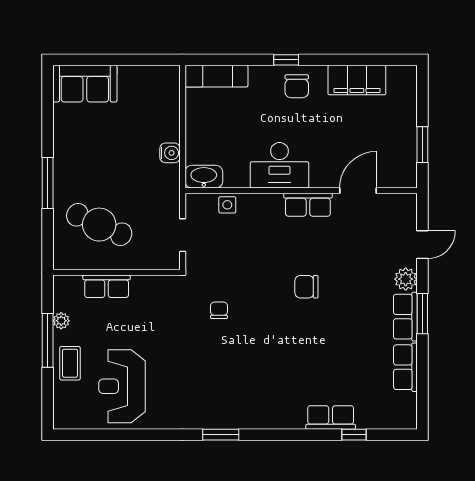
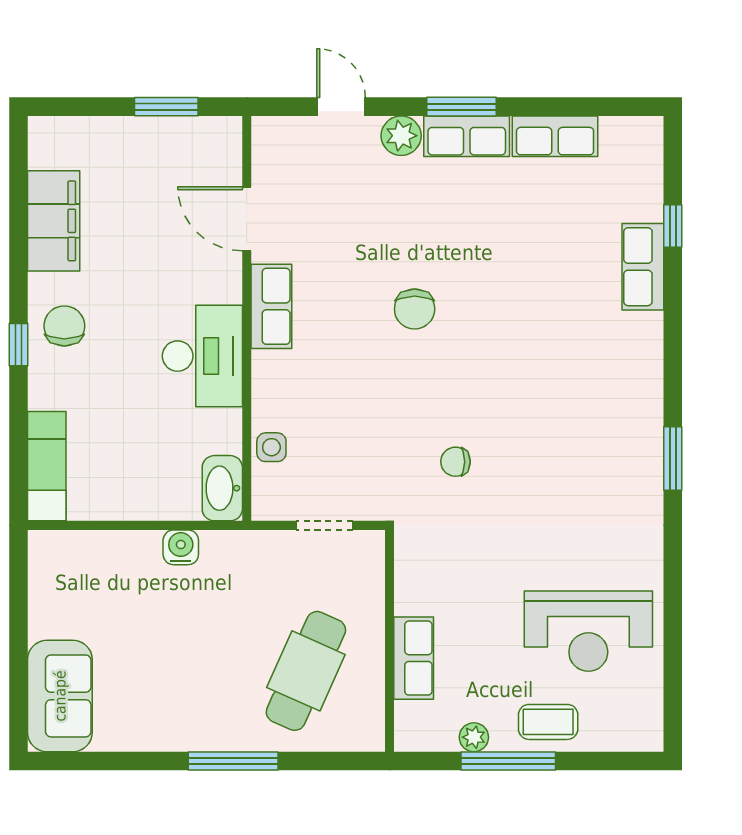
chair: (297, 86) -> (64, 326), turned -90

